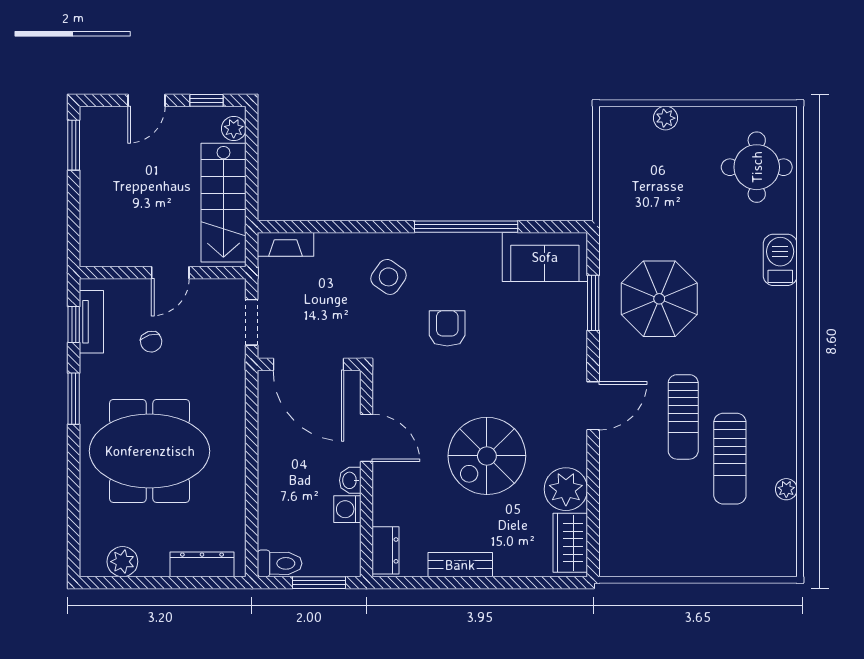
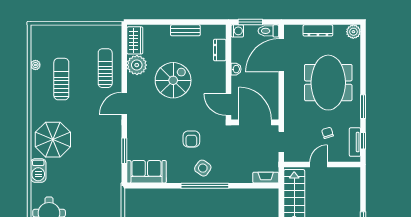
window: (466, 227) -> (205, 186), moved
side table: (389, 277) -> (203, 168), moved
parasol: (659, 299) -> (53, 140), moved
sun lounger: (683, 417) -> (105, 68), moved
door: (366, 438) -> (228, 105), moved
meeting table: (150, 451) -> (328, 83), turned 90
washing machine: (347, 509) -> (237, 31), moved
door: (252, 510) -> (281, 55), added
dresser: (386, 550) -> (220, 50), moved
plant: (122, 562) -> (353, 32), moved
dresser: (202, 564) -> (318, 30), moved

